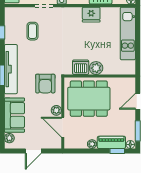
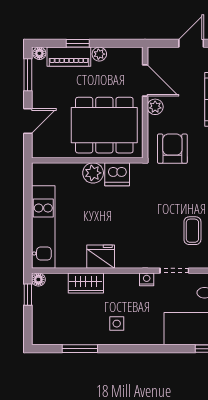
window: (117, 151) -> (78, 43), moved

